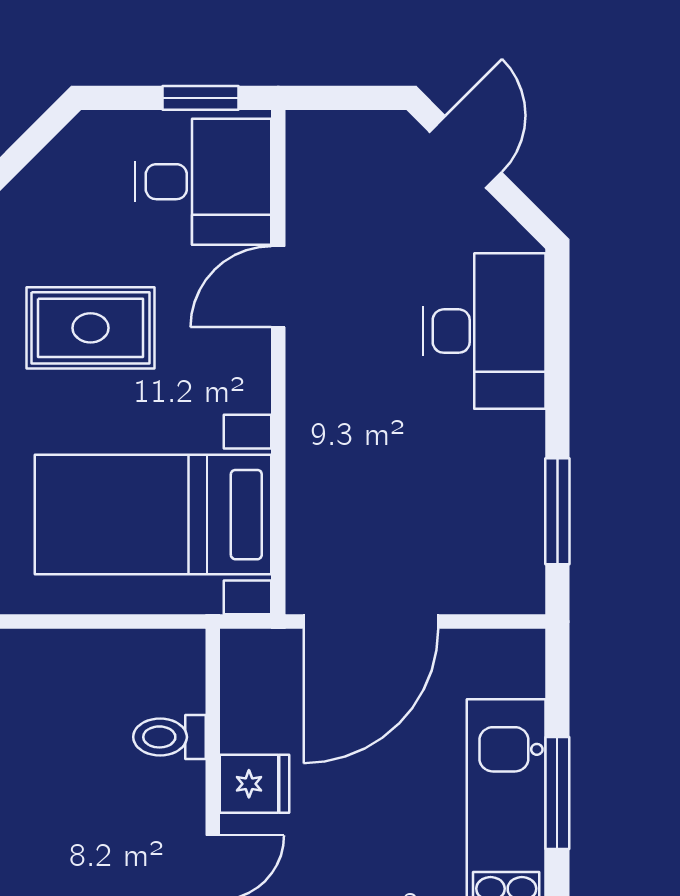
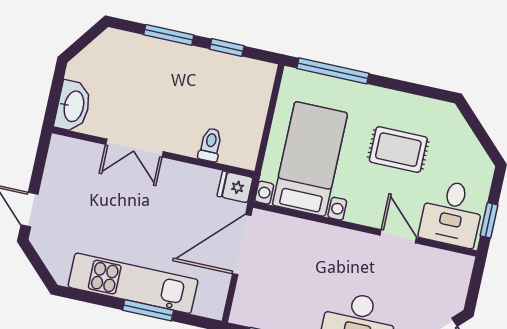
rug: (91, 328) -> (398, 150), turned 90
door: (371, 622) -> (242, 245), hinge flipped
fridge: (255, 784) -> (235, 187), moved, turned 90

